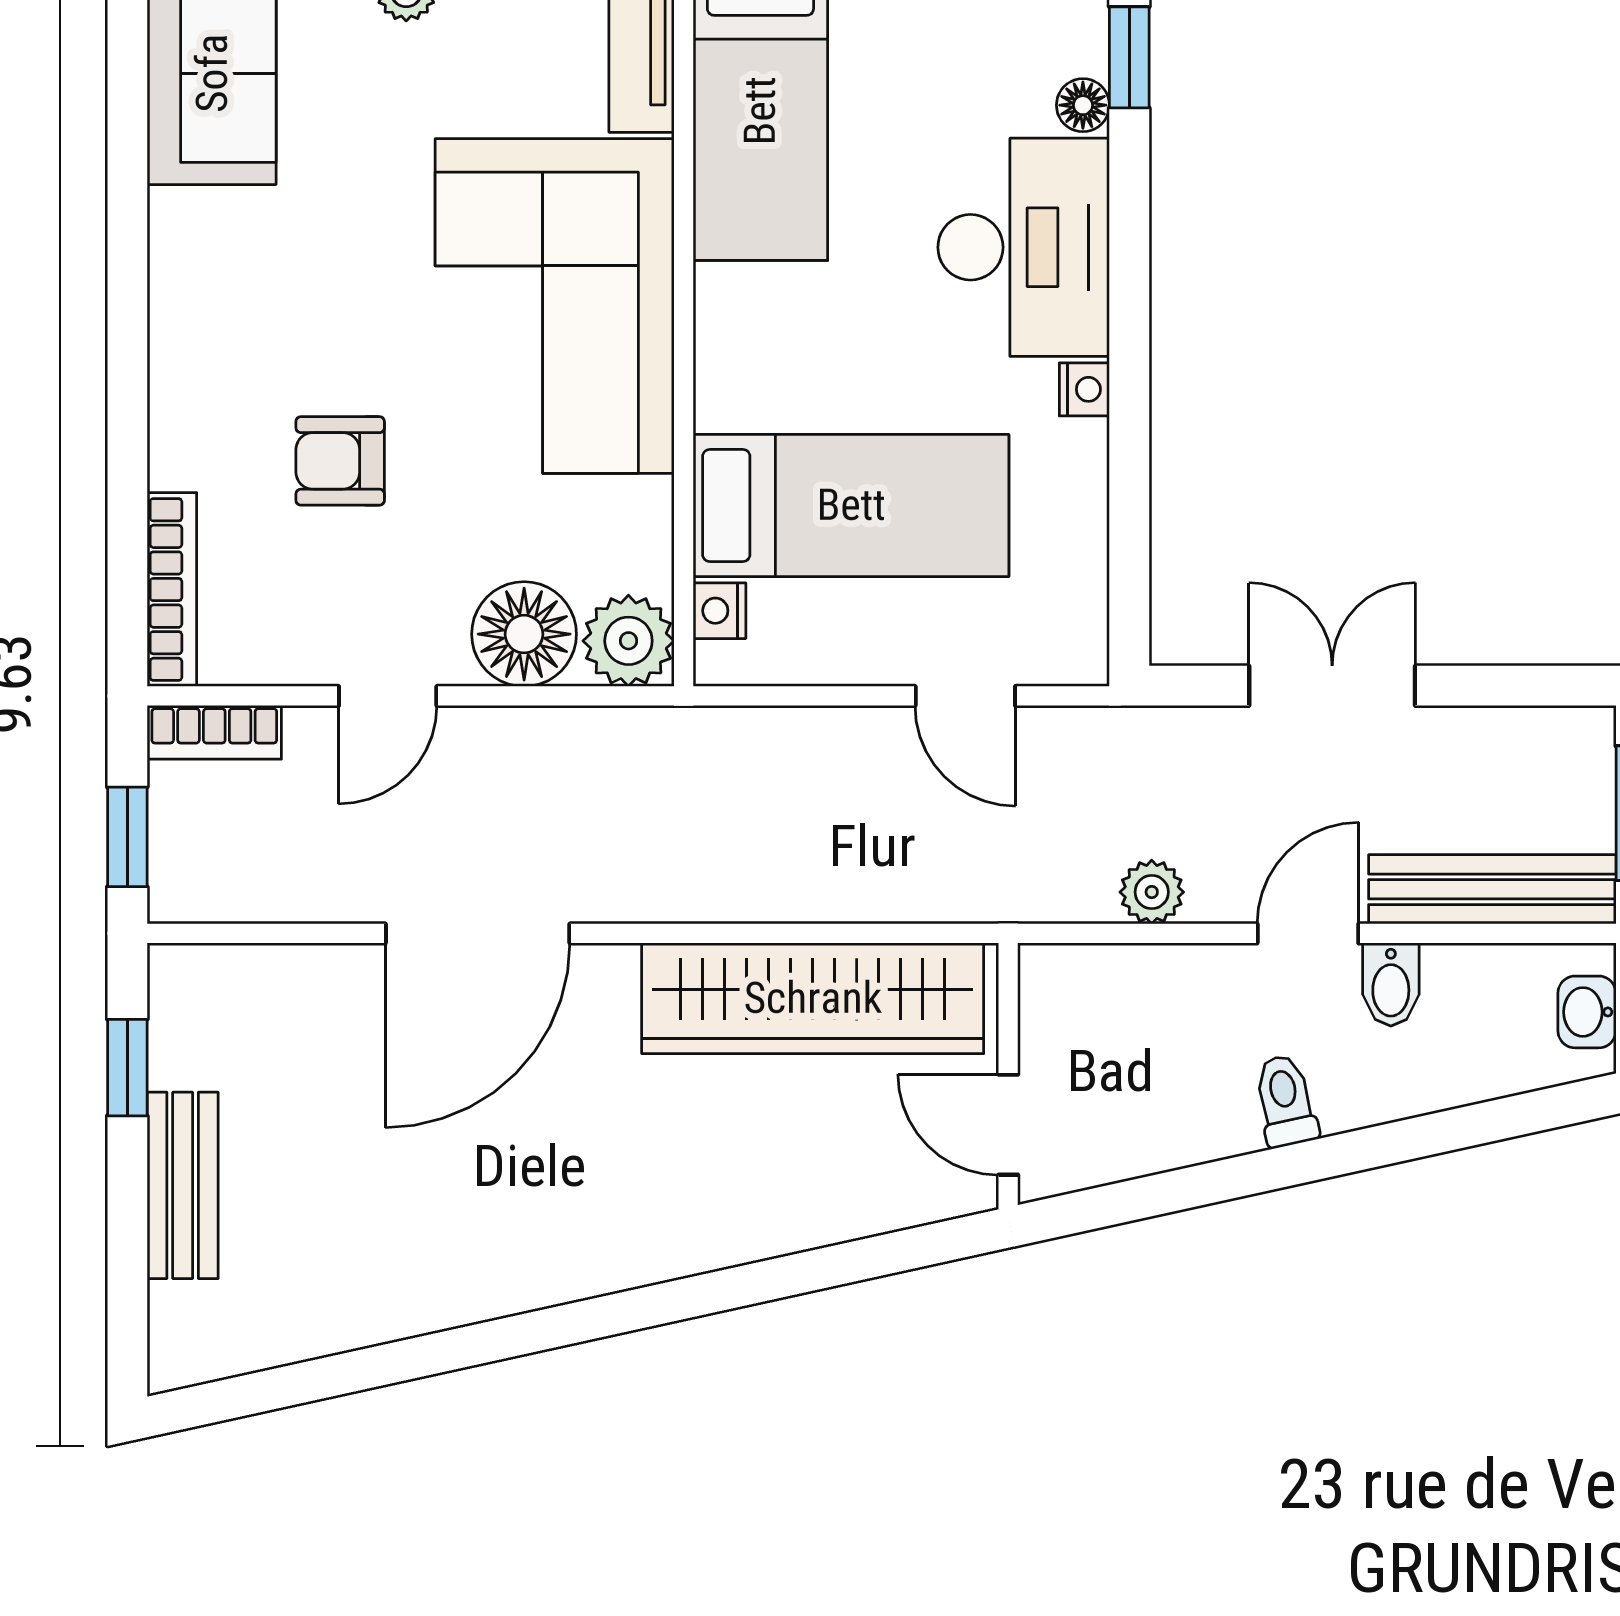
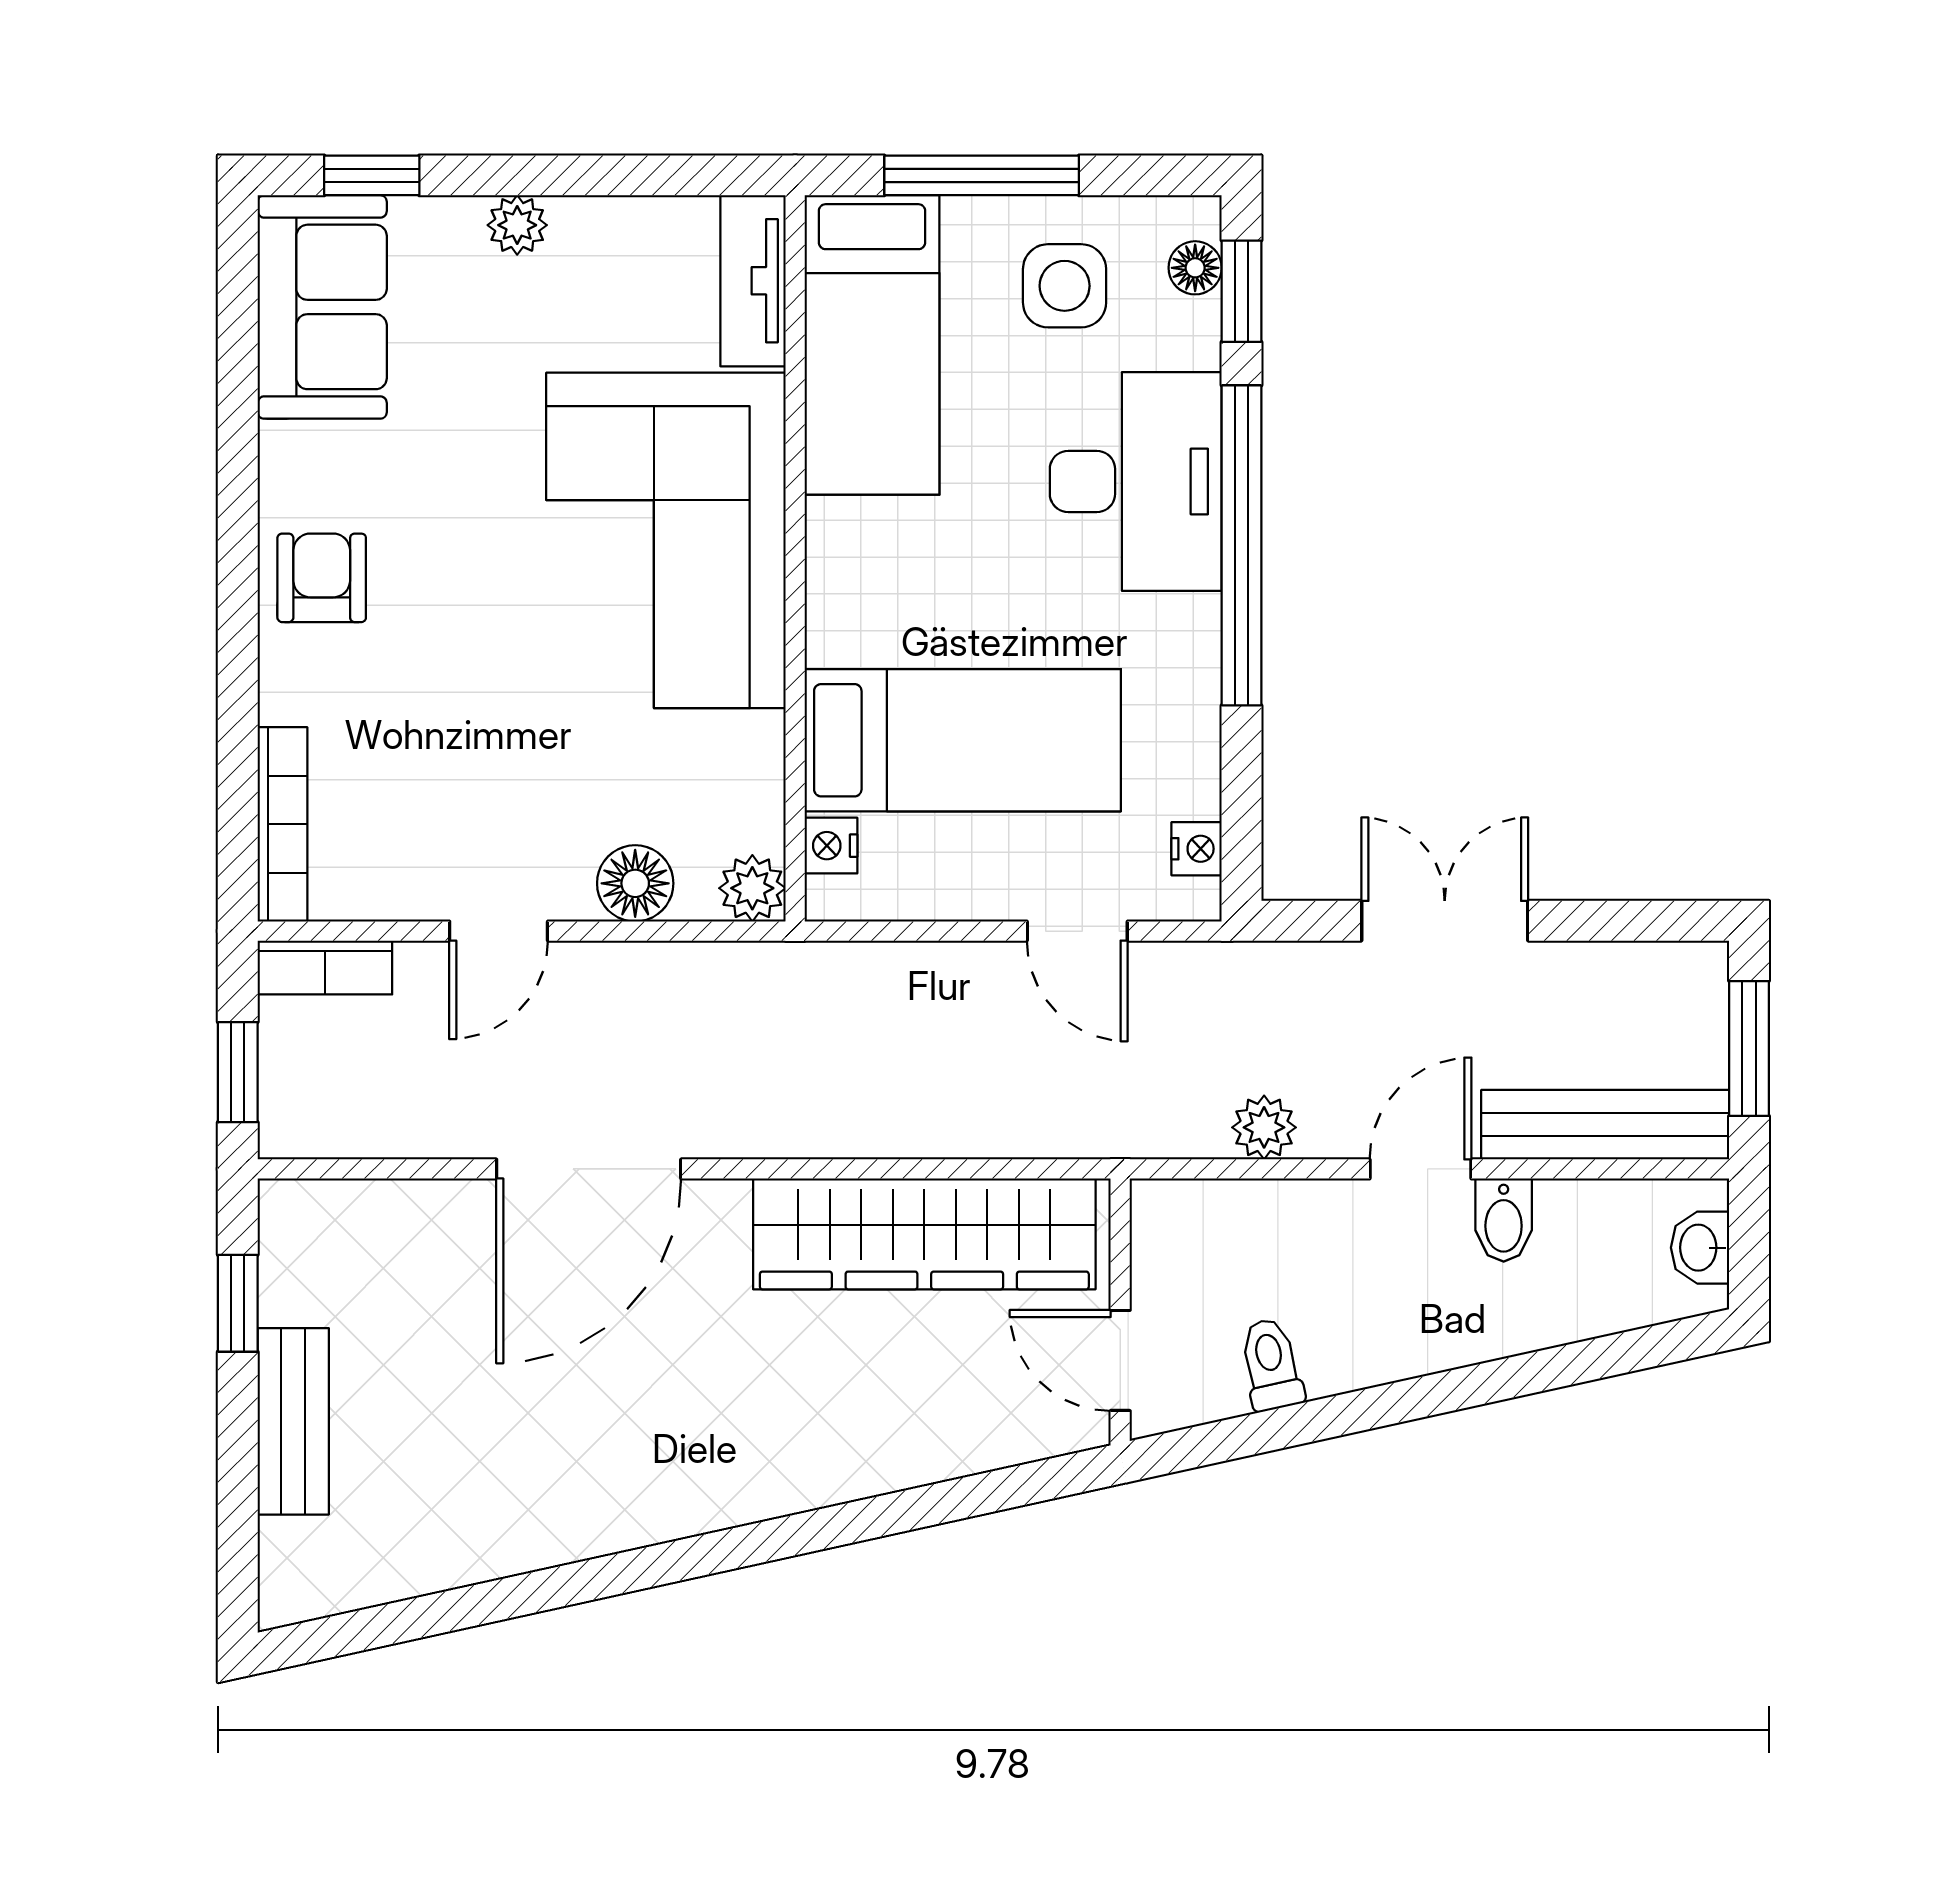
side table: (953, 52) -> (1065, 286), added
floor lamp: (1083, 105) -> (1195, 268), moved
window: (1129, 311) -> (1242, 545), added
nightstand: (1084, 389) -> (1197, 849), moved
armchair: (340, 461) -> (322, 578), moved, turned 90
floor lamp: (524, 634) -> (635, 883), width x0.73, depth x0.73
plant: (628, 641) -> (752, 888), width x0.73, depth x0.73
toilet: (1285, 1101) -> (1271, 1365), moved

